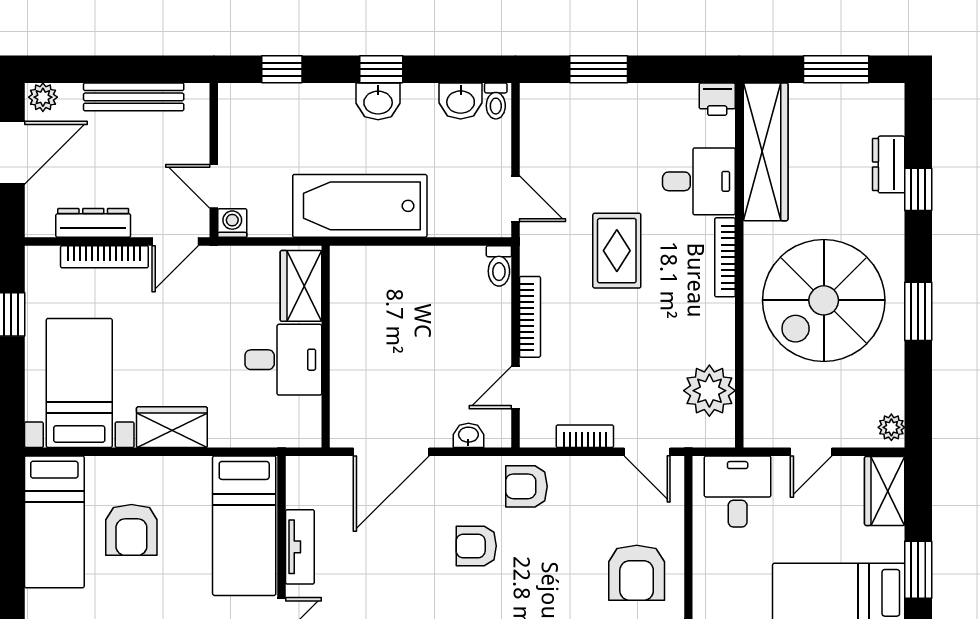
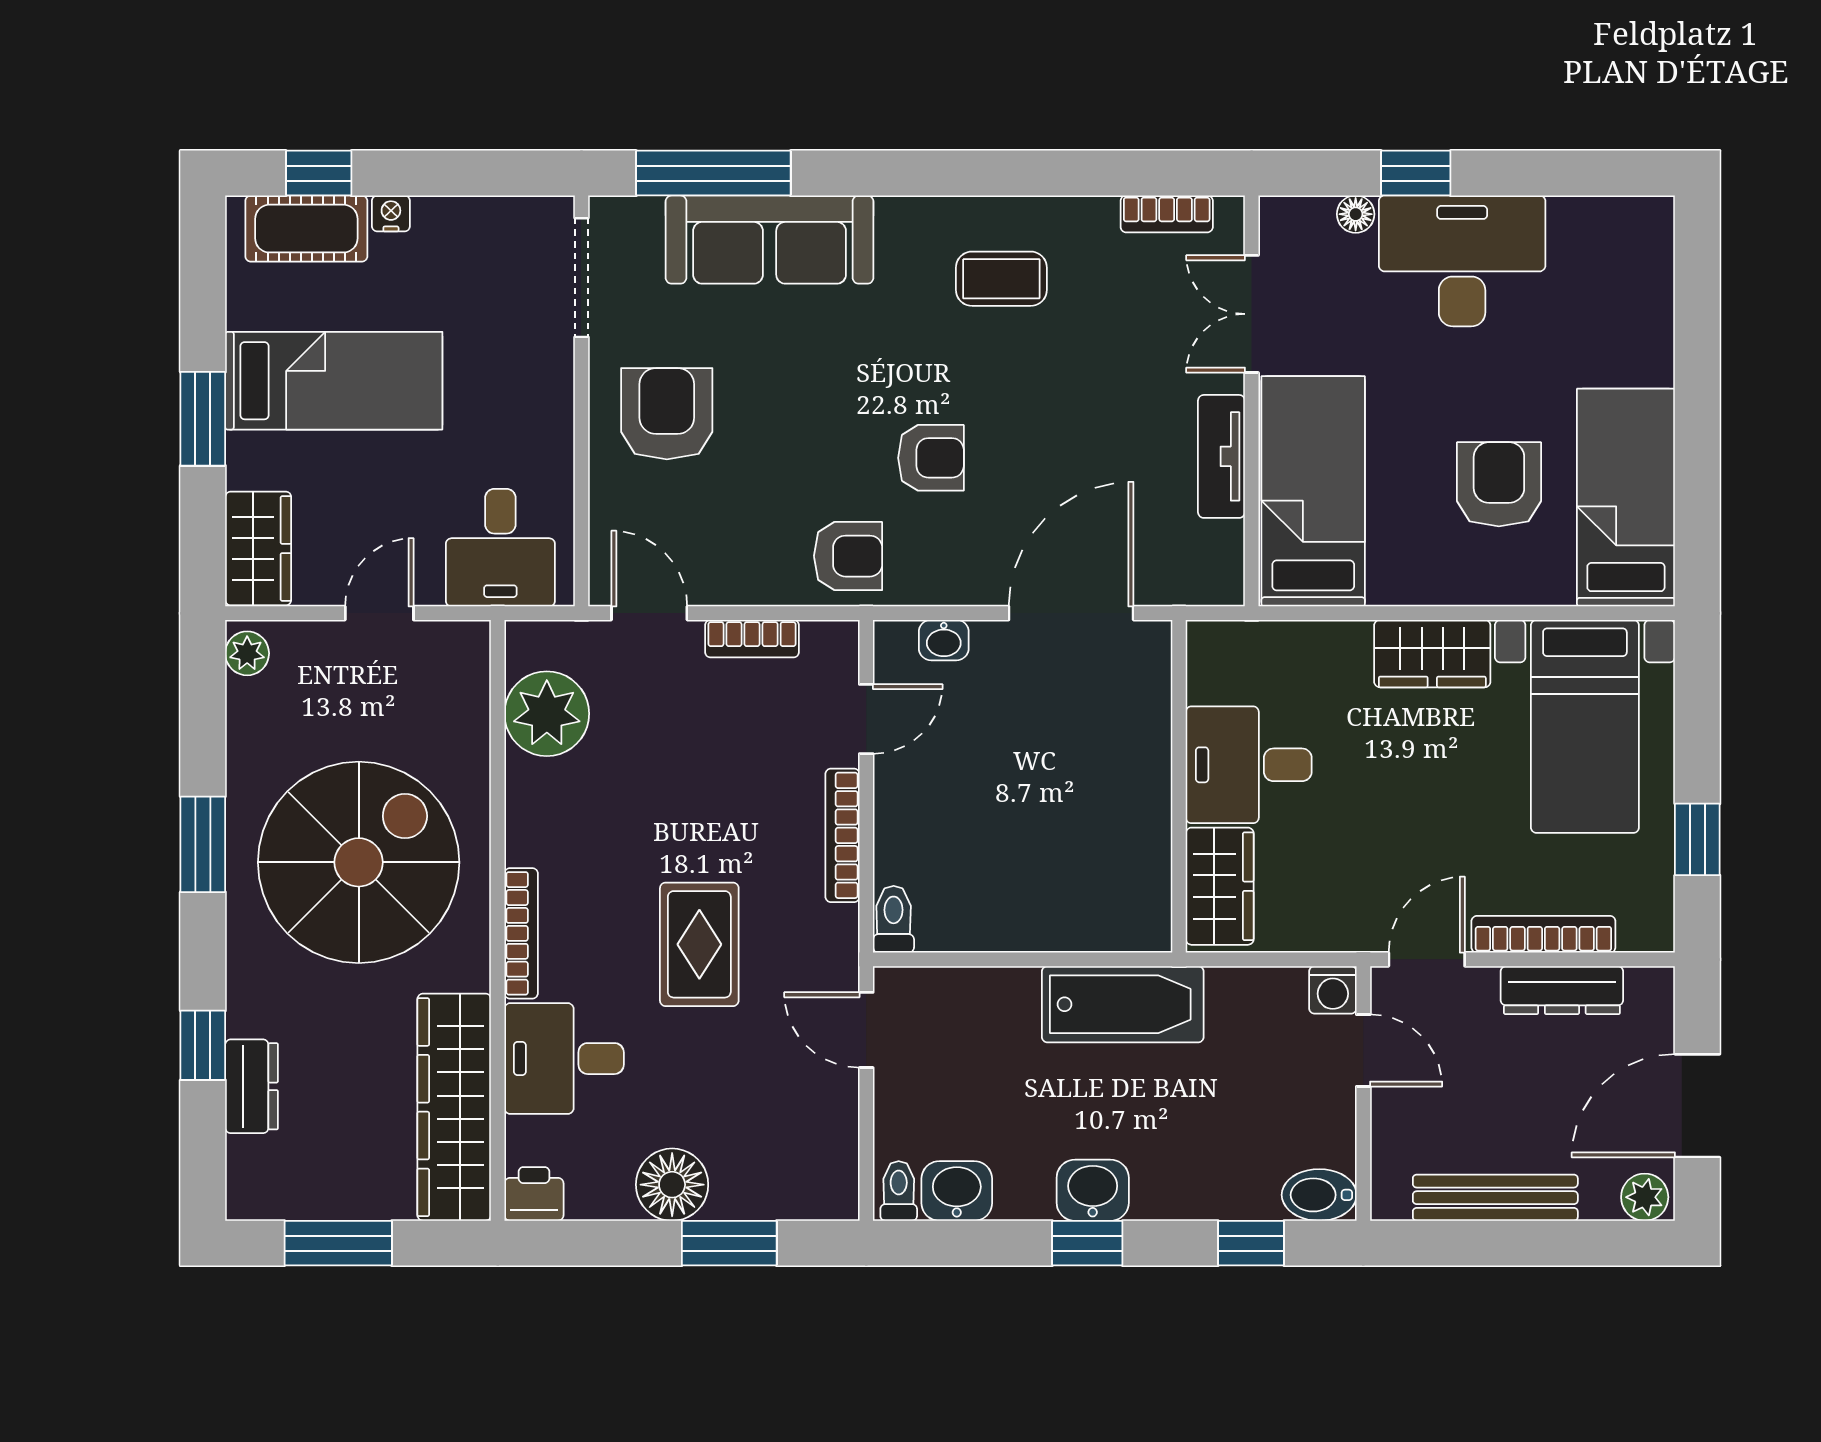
bidet: (241, 99) -> (1319, 1195), added
floor lamp: (633, 105) -> (672, 1185), added
bathtub: (360, 206) -> (1123, 1004), width x0.73, depth x0.73

